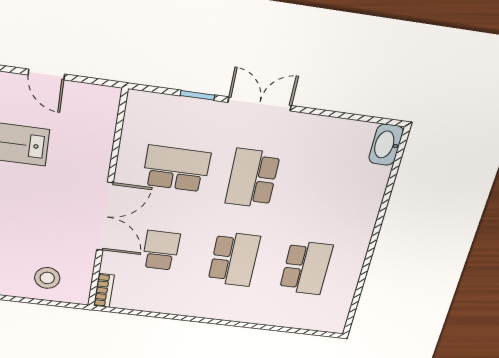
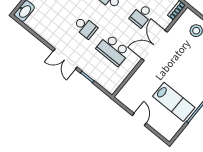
school desk: (252, 179) -> (85, 27), width x0.54

